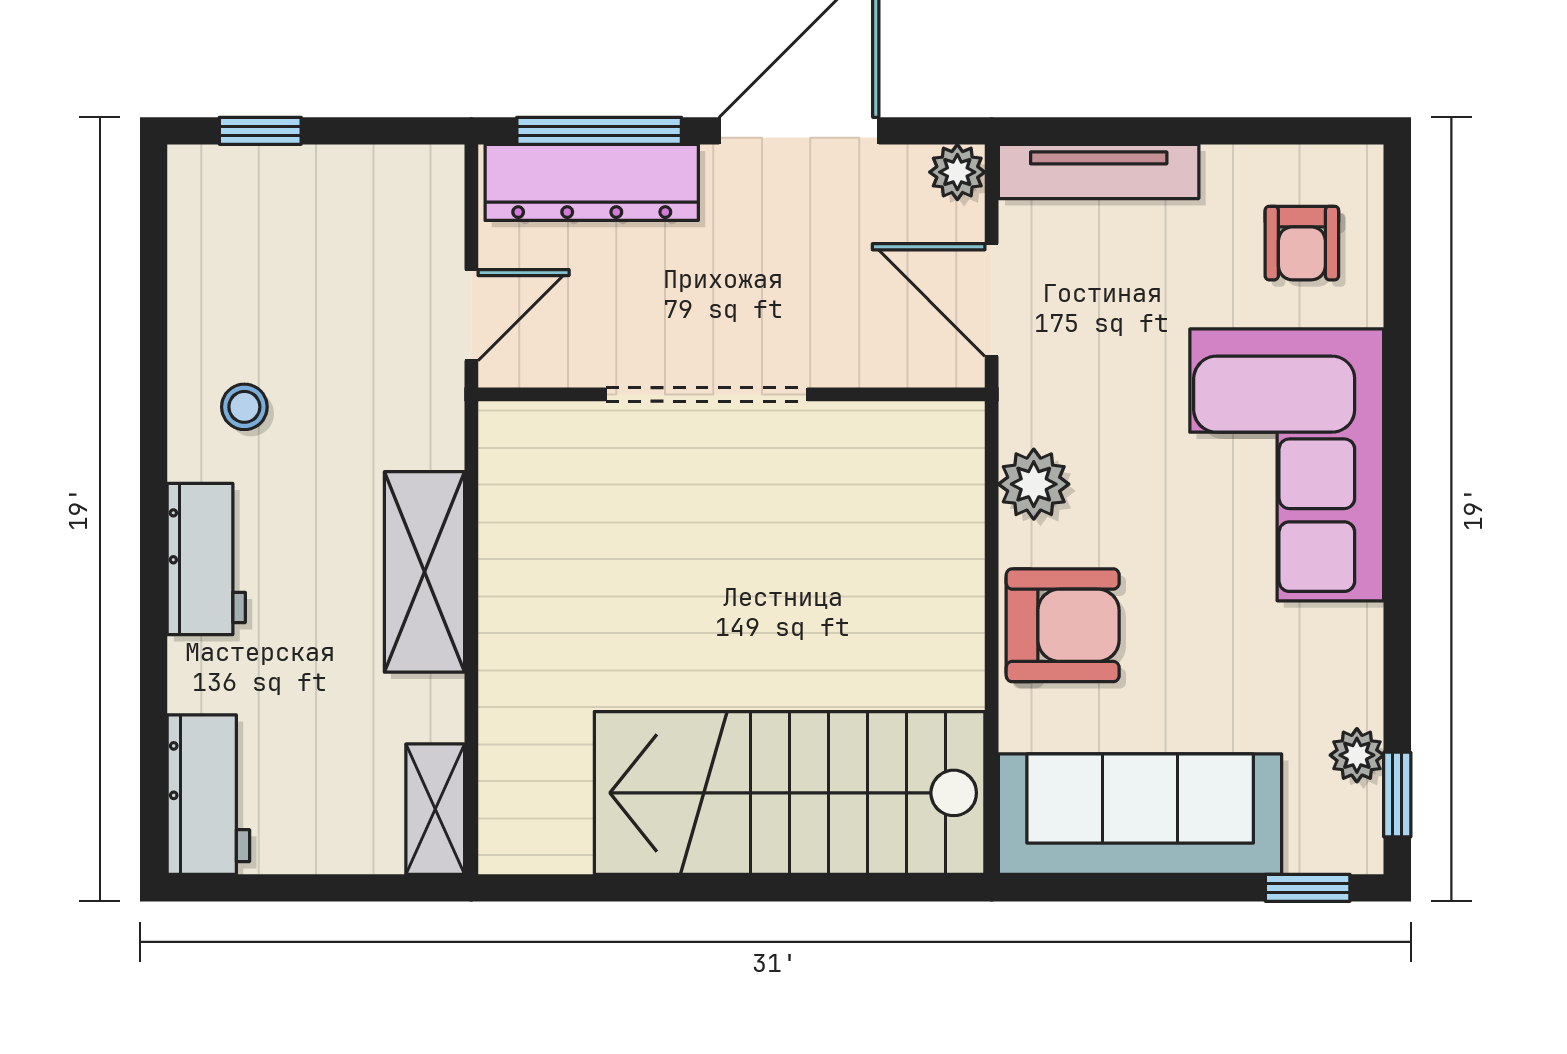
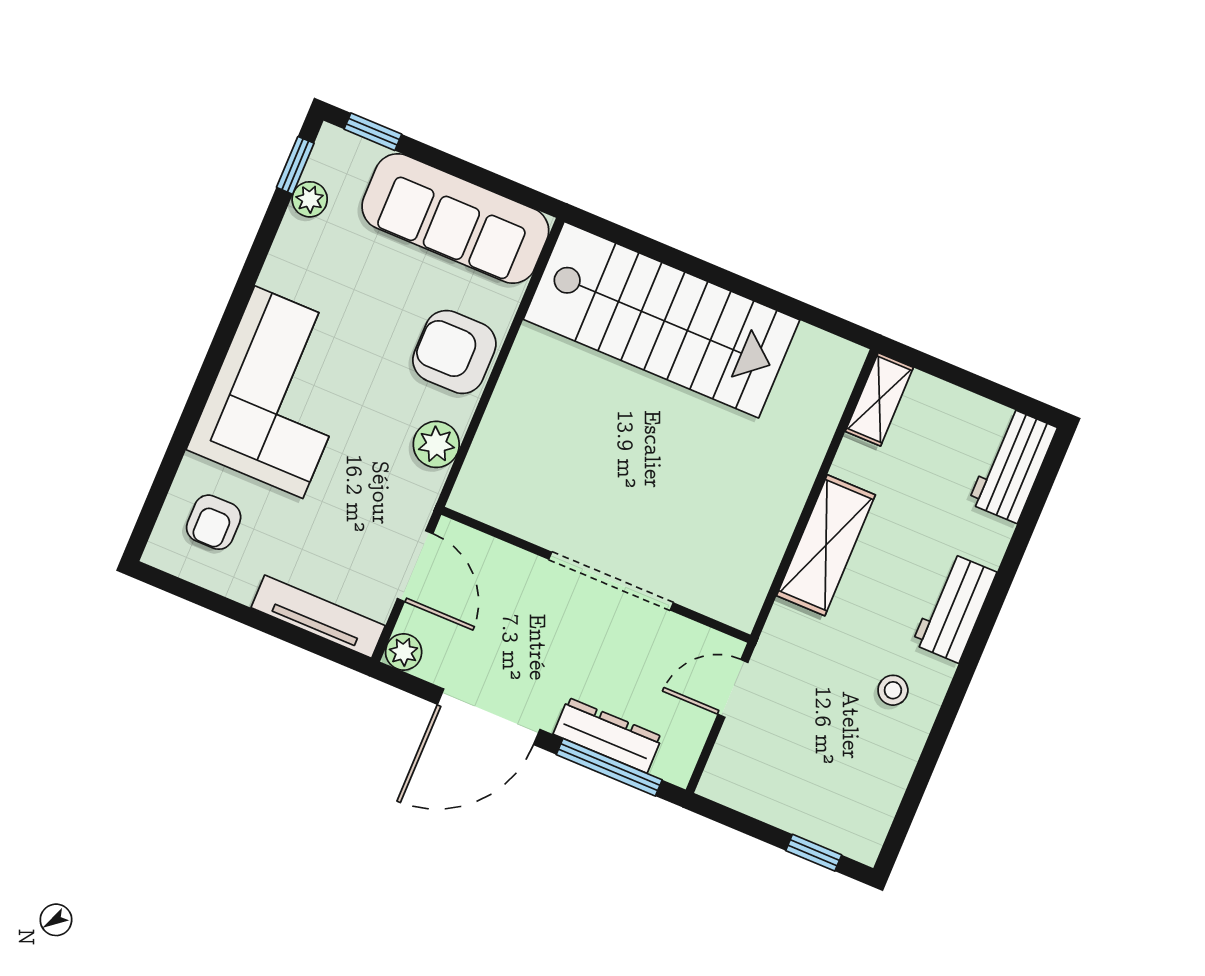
dresser: (592, 182) -> (608, 735), width x0.73, depth x0.80
armchair: (1302, 243) -> (214, 522), turned 180

